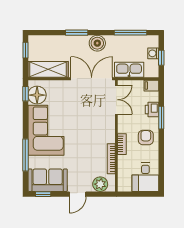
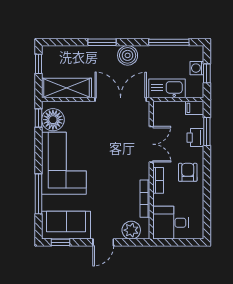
double door: (116, 100) -> (151, 144), moved
window: (161, 118) -> (207, 132), moved
desk: (145, 177) -> (171, 223), moved, turned 90

